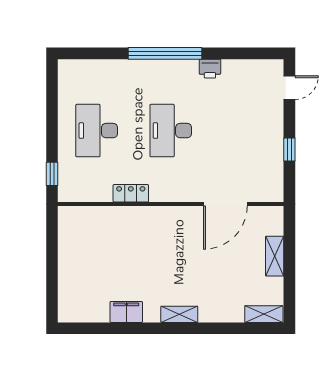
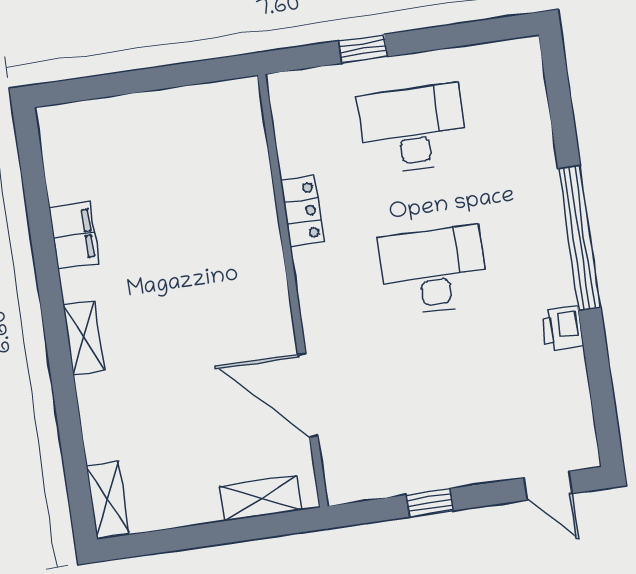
window: (52, 174) -> (363, 49), moved
shelving: (275, 256) -> (261, 498), moved

